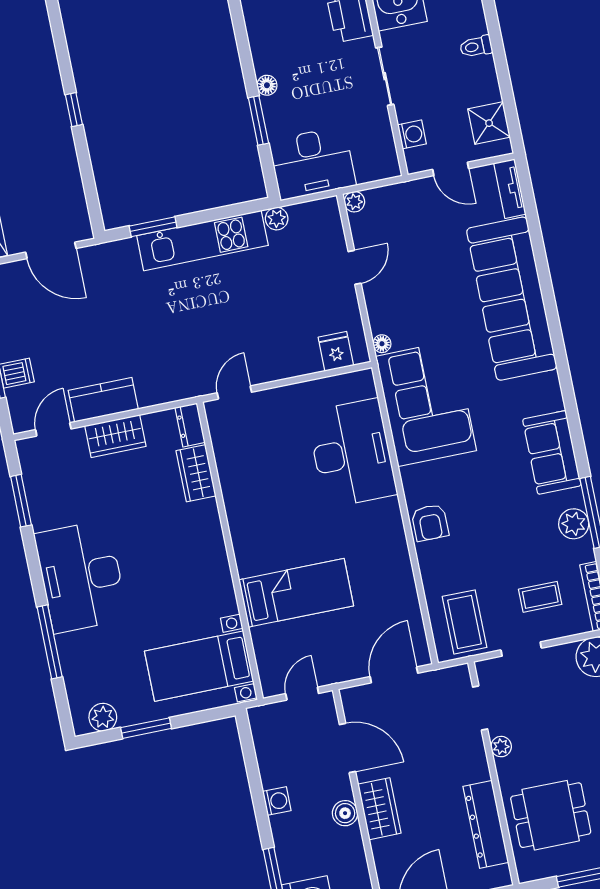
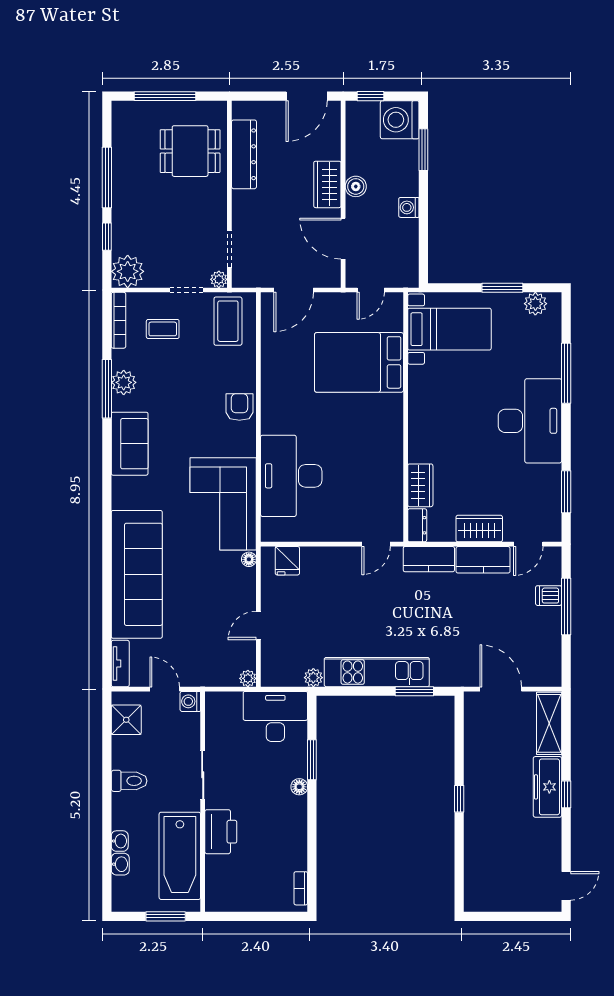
toilet: (476, 46) -> (129, 781), width x1.37, depth x1.39
washing machine: (412, 134) -> (190, 701), moved
kitchen counter: (168, 387) -> (429, 559), added
bed: (296, 593) -> (359, 362), width x1.50
plant: (501, 747) -> (219, 279), moved

